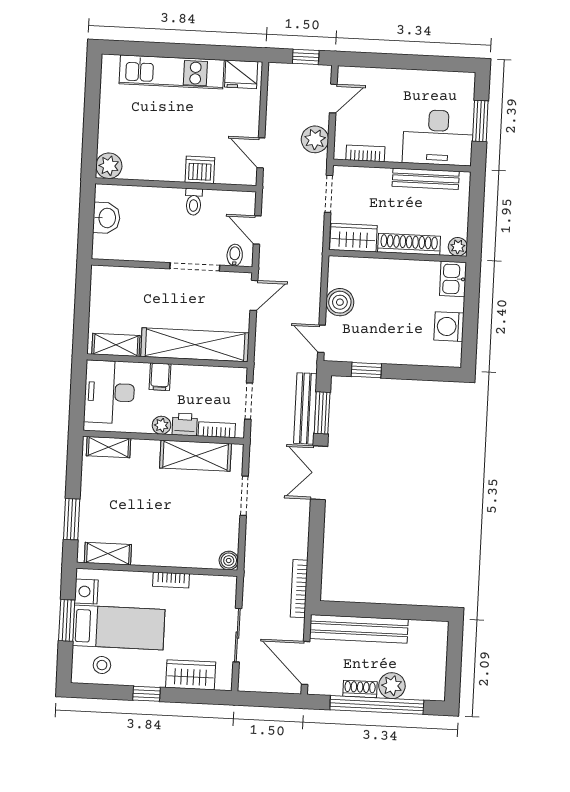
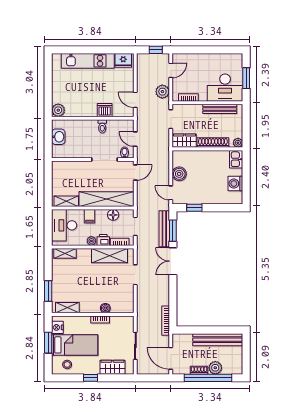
floor lamp: (206, 376) -> (113, 215), added
boiler: (229, 561) -> (105, 308), moved
bench: (359, 629) -> (218, 340), moved

